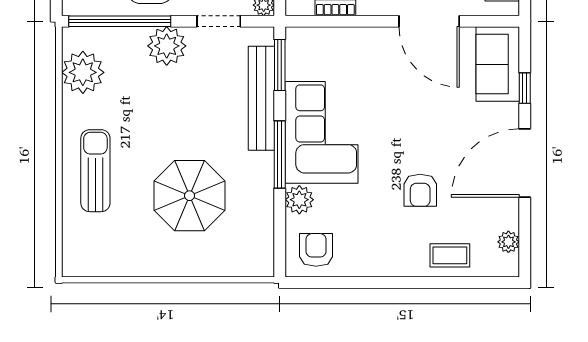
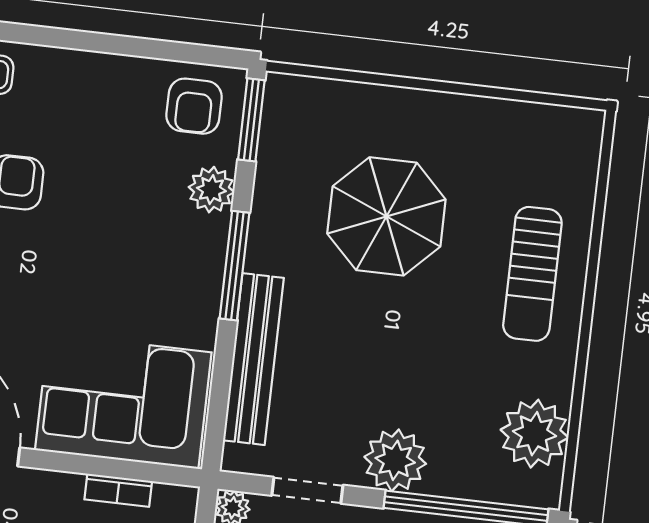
window: (280, 65) -> (251, 120), moved
corner sofa: (321, 132) -> (123, 401), moved, turned 90

